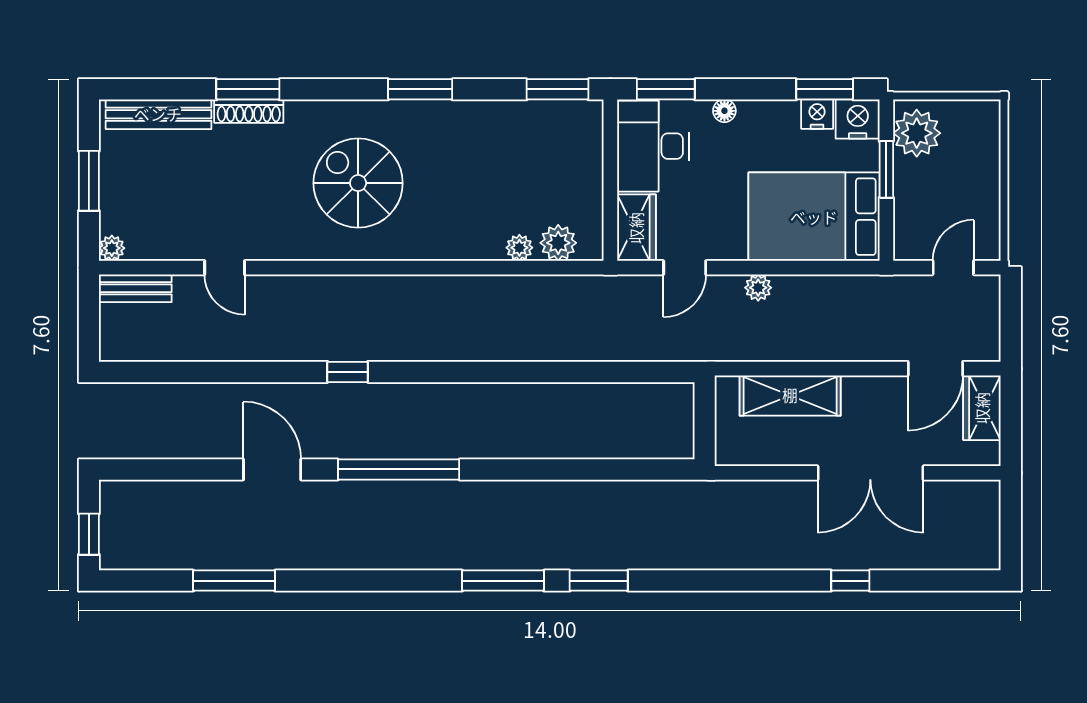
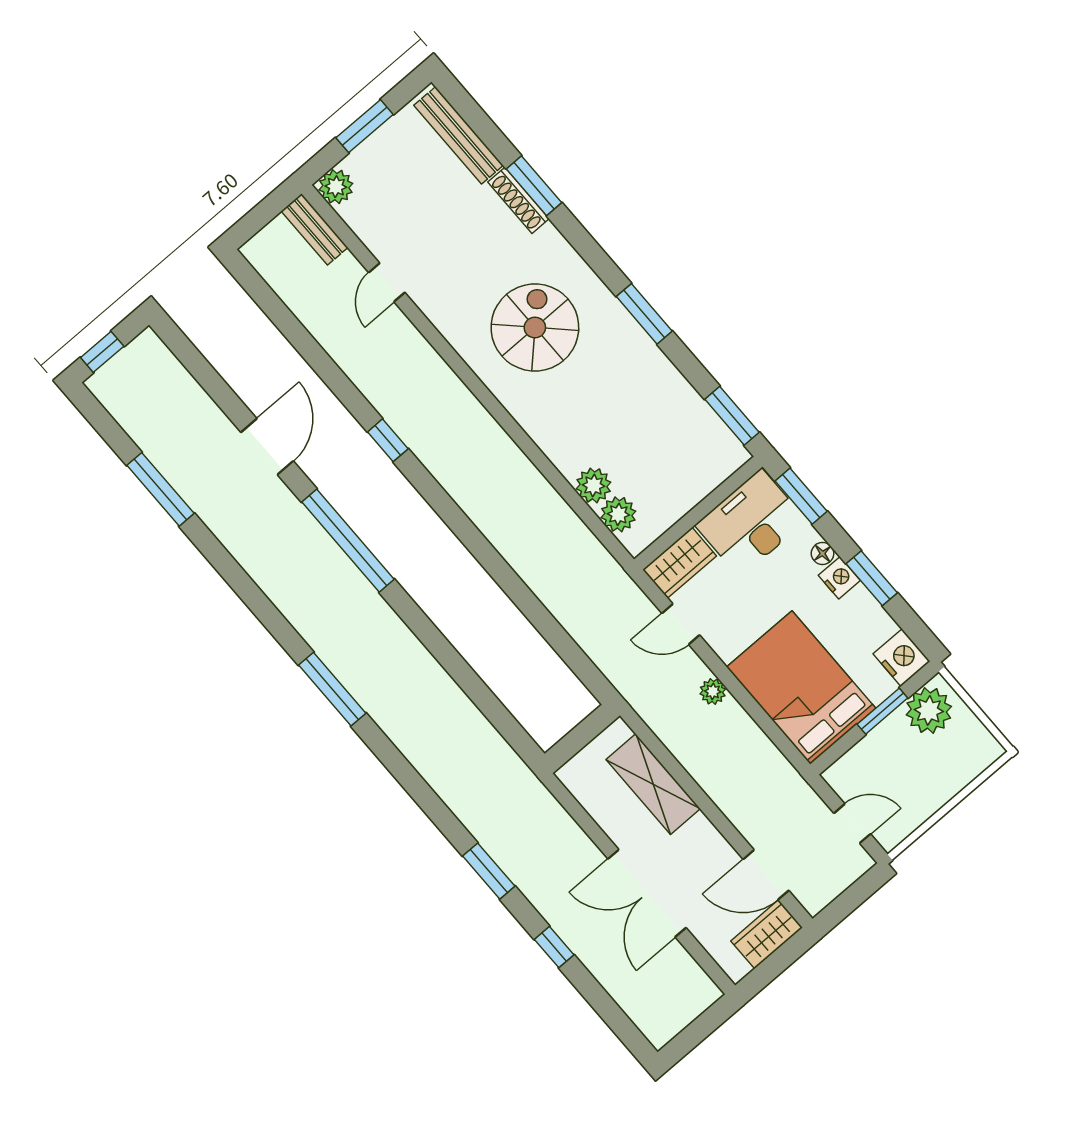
window: (825, 89) -> (872, 578), moved
nightstand: (817, 114) -> (839, 578), moved
plant: (112, 248) -> (336, 187), width x1.38, depth x1.38
plant: (519, 248) -> (594, 486), width x1.38, depth x1.38
window: (599, 581) -> (489, 871), moved

